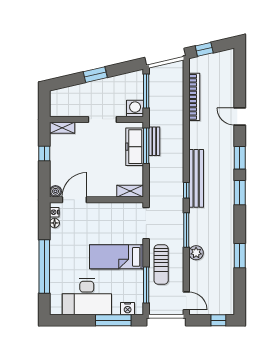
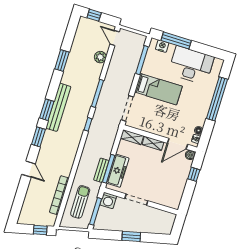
shelving: (62, 128) -> (153, 143), moved
window: (44, 153) -> (194, 174), moved
bench: (196, 178) -> (58, 107), moved
plant: (196, 253) -> (100, 57), moved
sun lounger: (161, 265) -> (80, 202), moved

